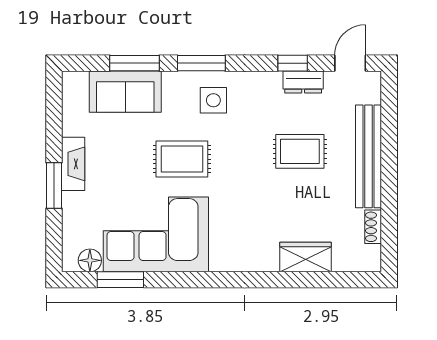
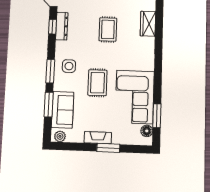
dresser: (303, 82) -> (62, 26), width x1.44
plant: (73, 89) -> (60, 136), added
rug: (300, 151) -> (108, 29), moved

